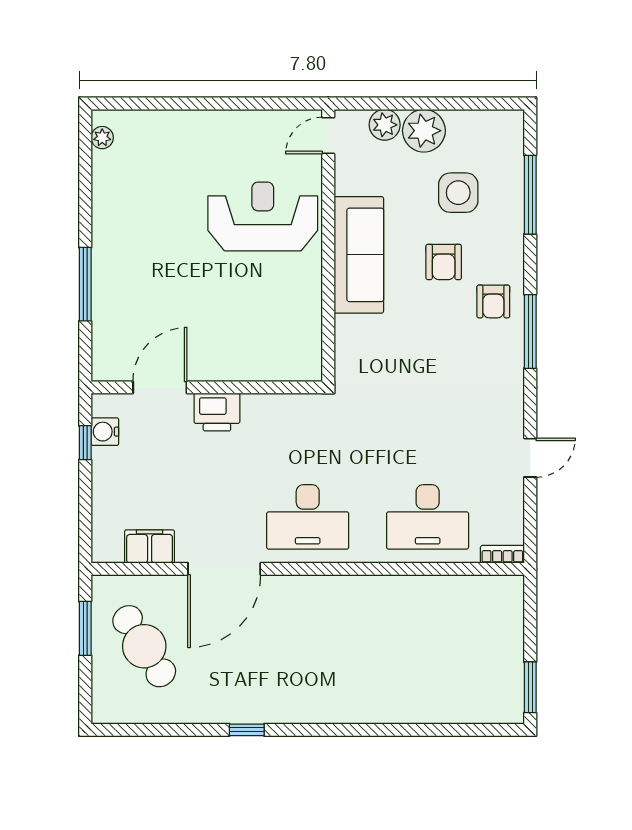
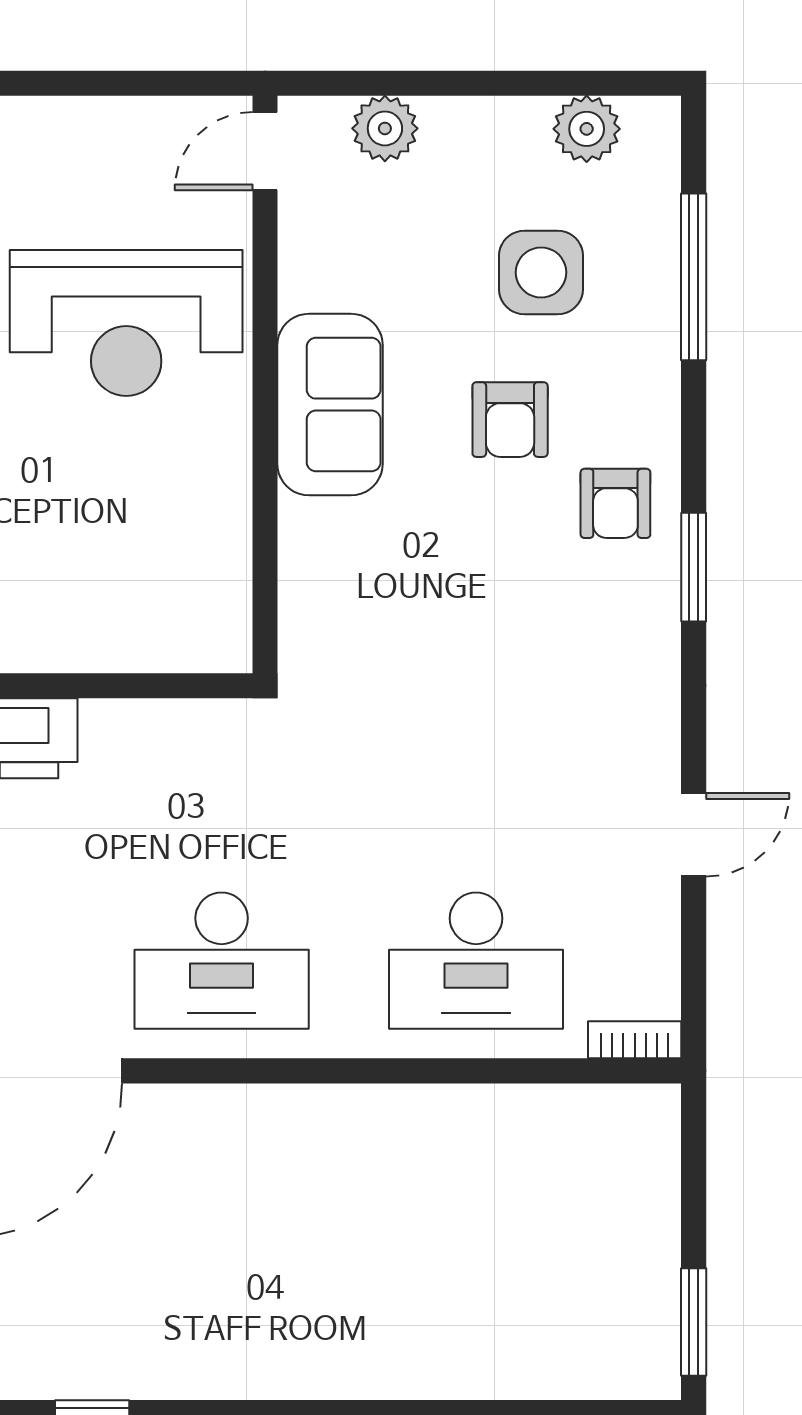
plant: (424, 131) -> (587, 129), moved, width x0.73, depth x0.73
reception desk: (263, 216) -> (126, 323), turned 180
sofa: (359, 255) -> (330, 405), width x0.73
window: (530, 331) -> (694, 567), width x0.69

